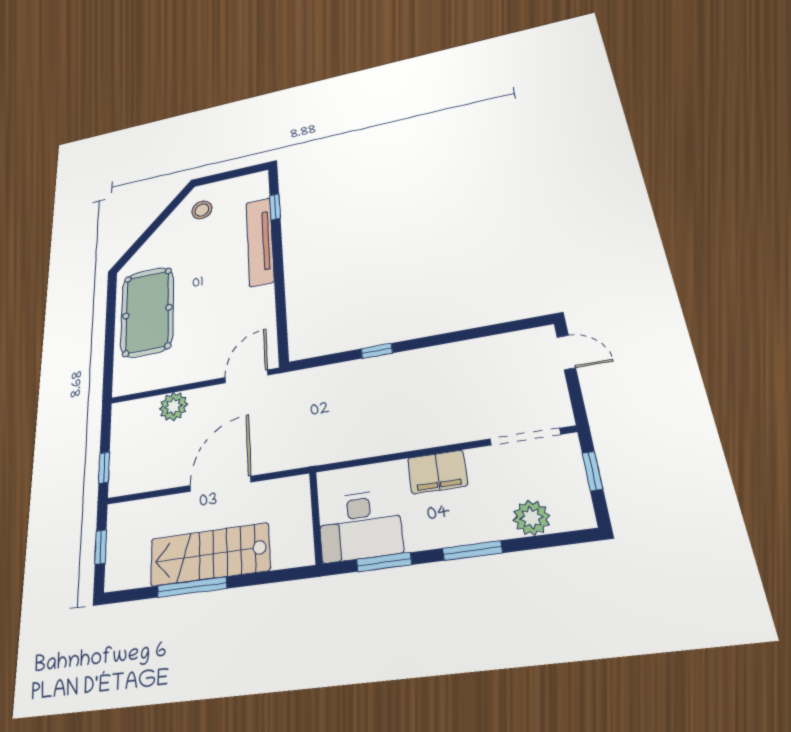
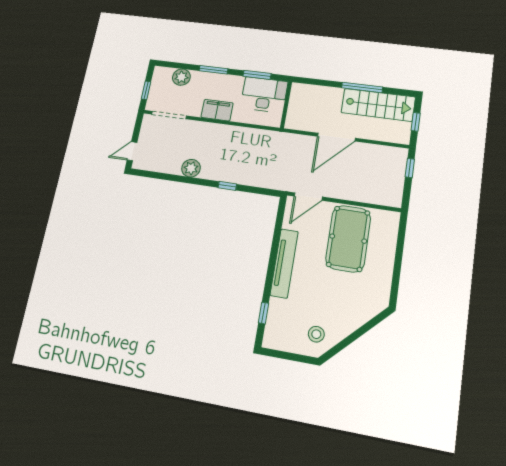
tv unit: (260, 242) -> (284, 263), moved
pool table: (147, 312) -> (348, 239), moved
door: (566, 352) -> (132, 151), hinge flipped
plant: (173, 407) -> (191, 168), moved
stairs: (209, 554) -> (378, 105), moved

